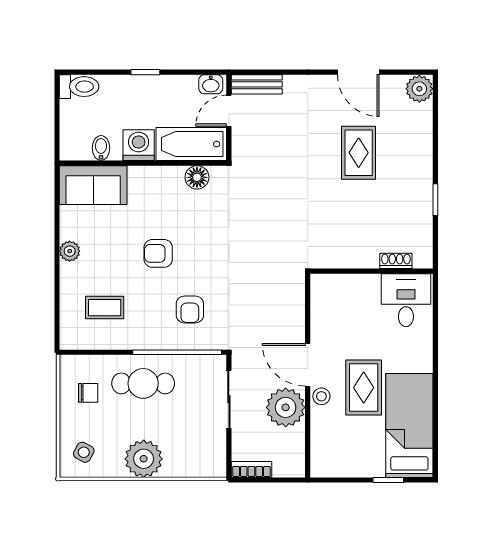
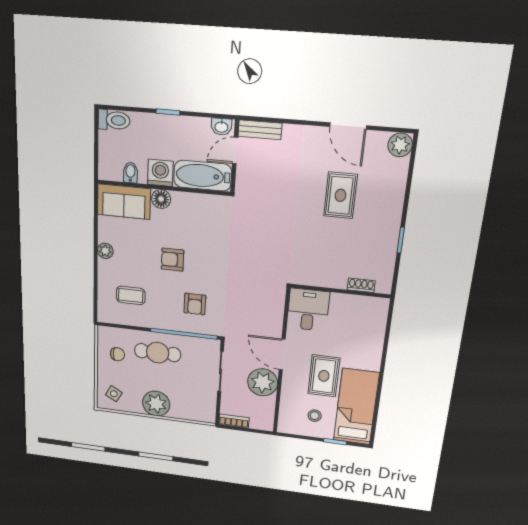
floor lamp: (197, 177) -> (161, 199), moved
desk: (406, 300) -> (308, 310), moved
stool: (321, 396) -> (315, 416), moved

